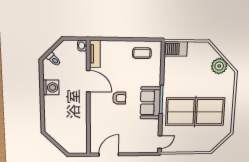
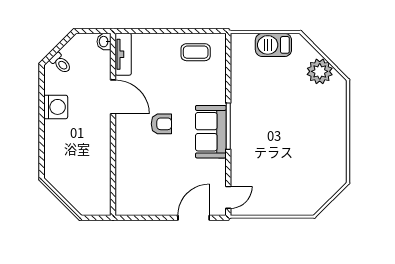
barbecue: (176, 49) -> (273, 45), moved
table tennis table: (195, 112) -> (285, 146), removed
door: (109, 154) -> (194, 218), moved

